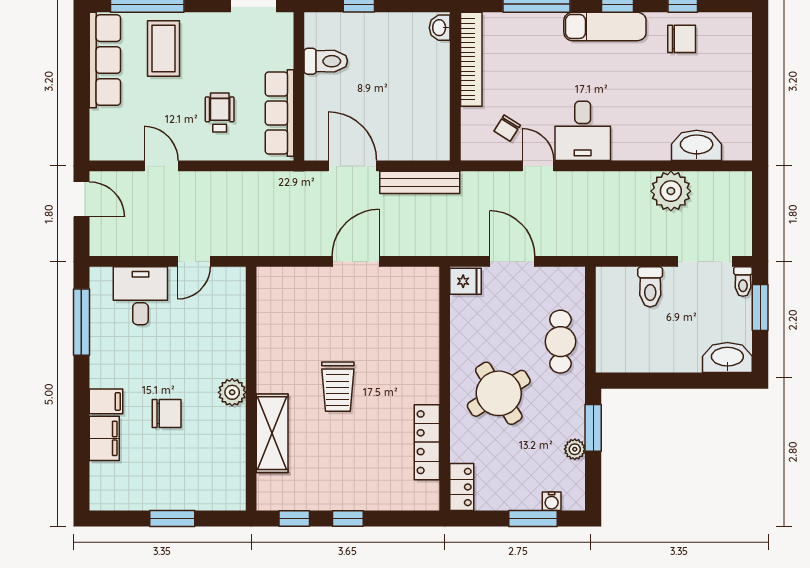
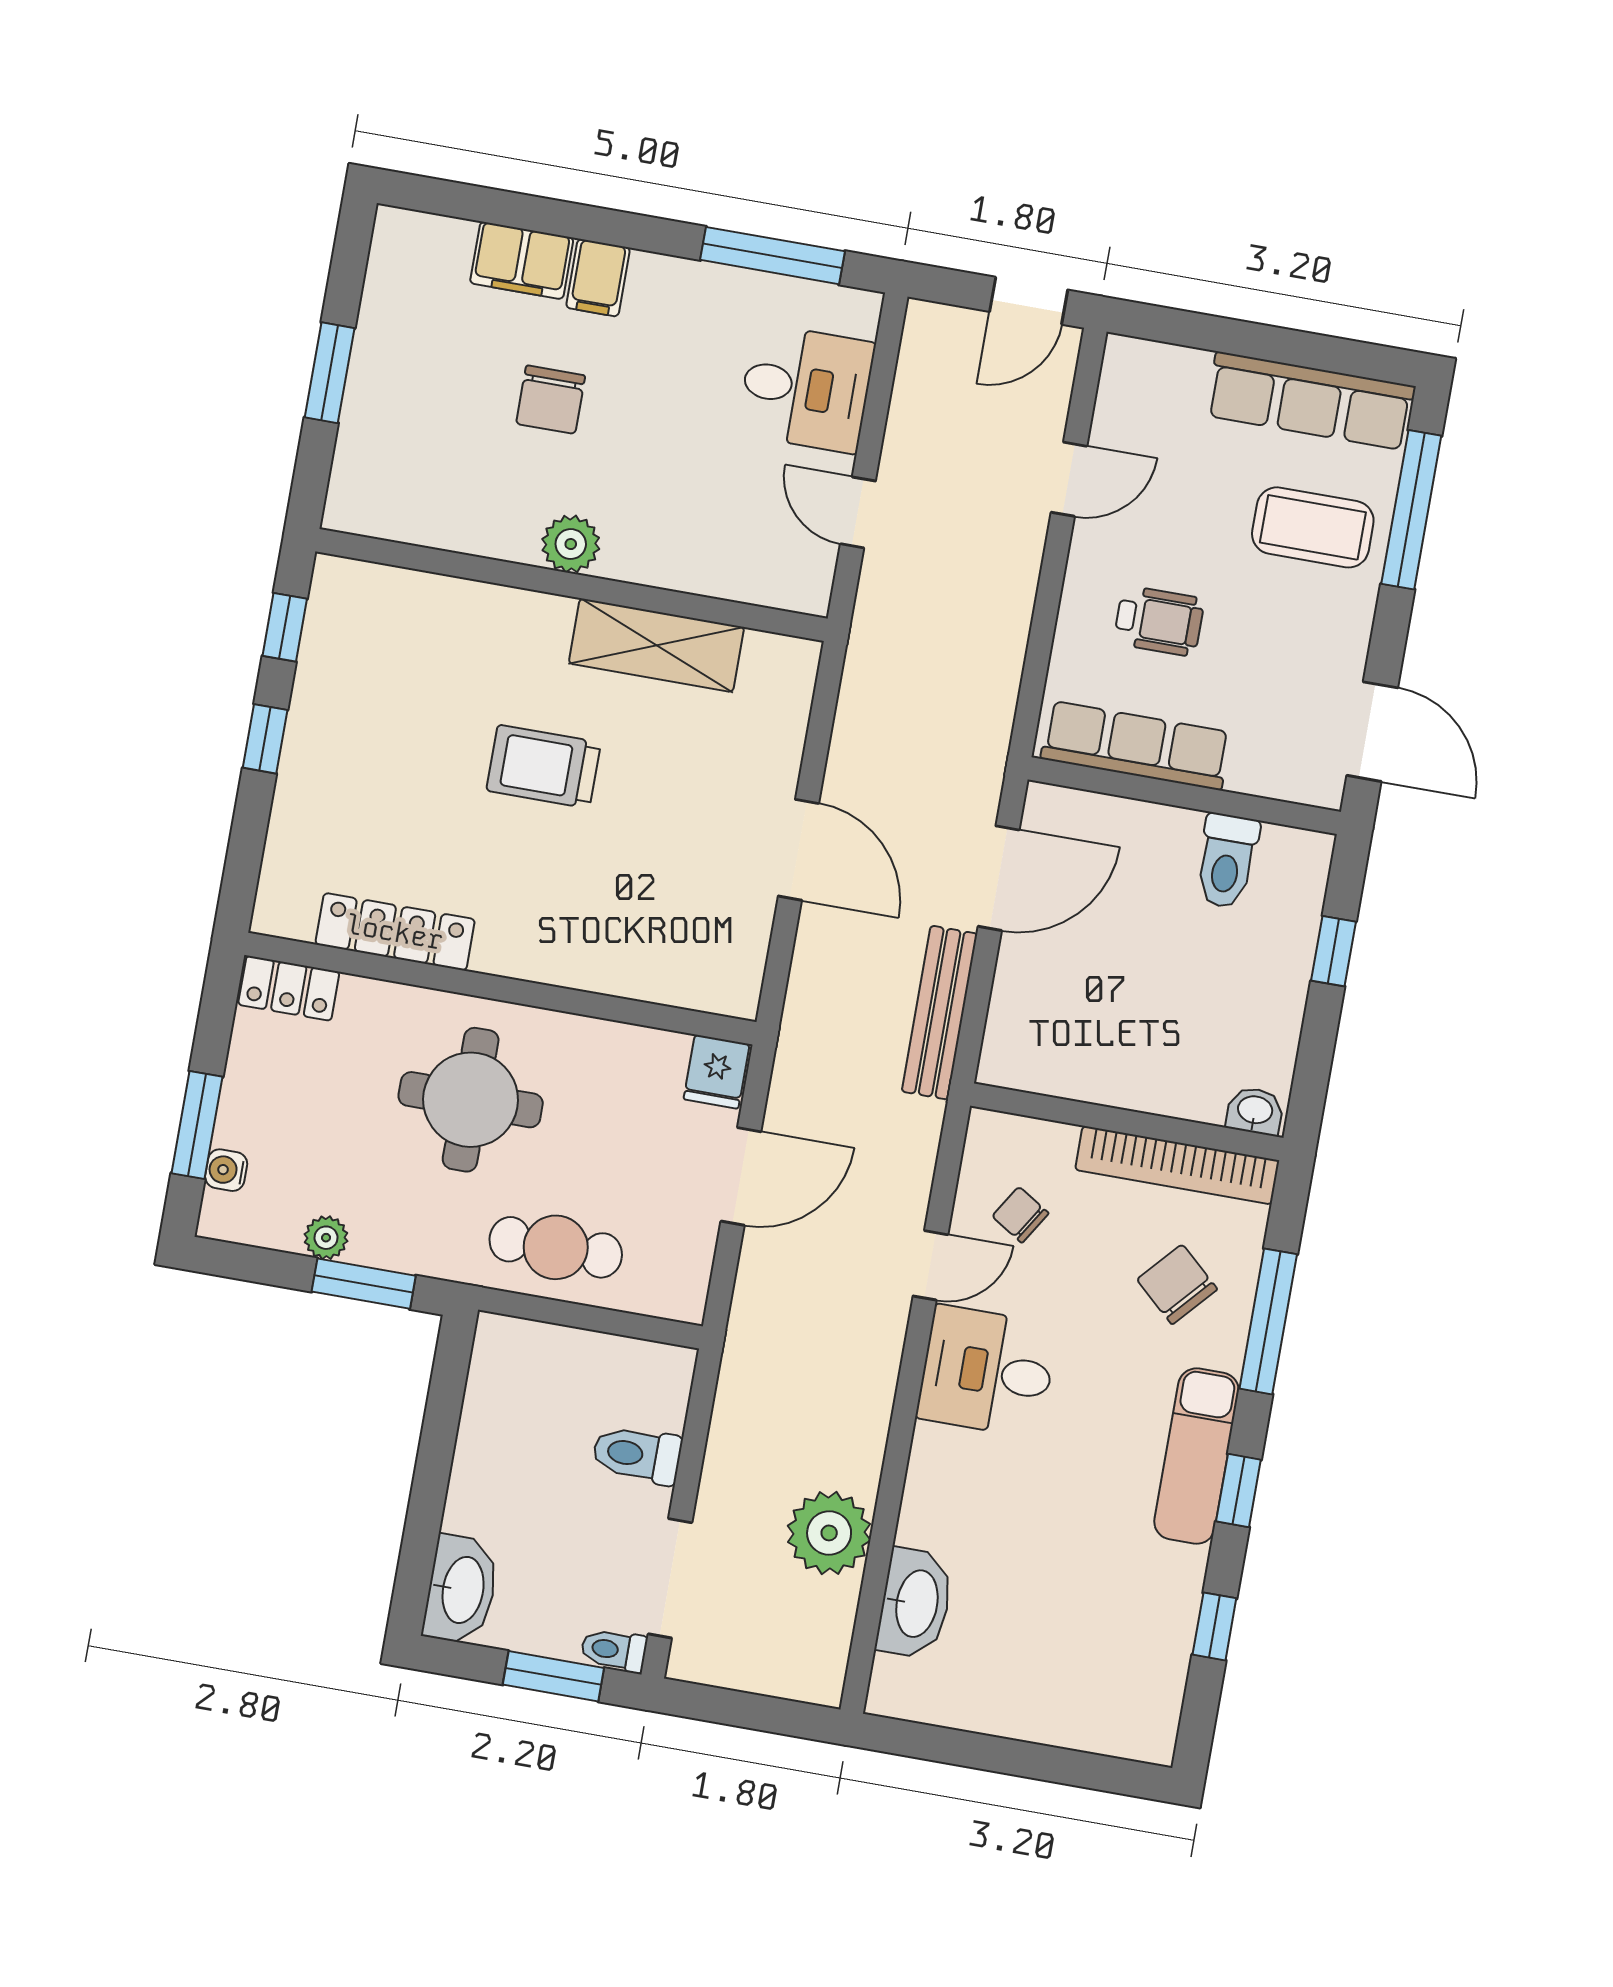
chair: (682, 39) -> (1177, 1284), moved, turned 132
round table: (499, 393) -> (471, 1100), turned 32
shelving: (272, 433) -> (656, 645), moved

